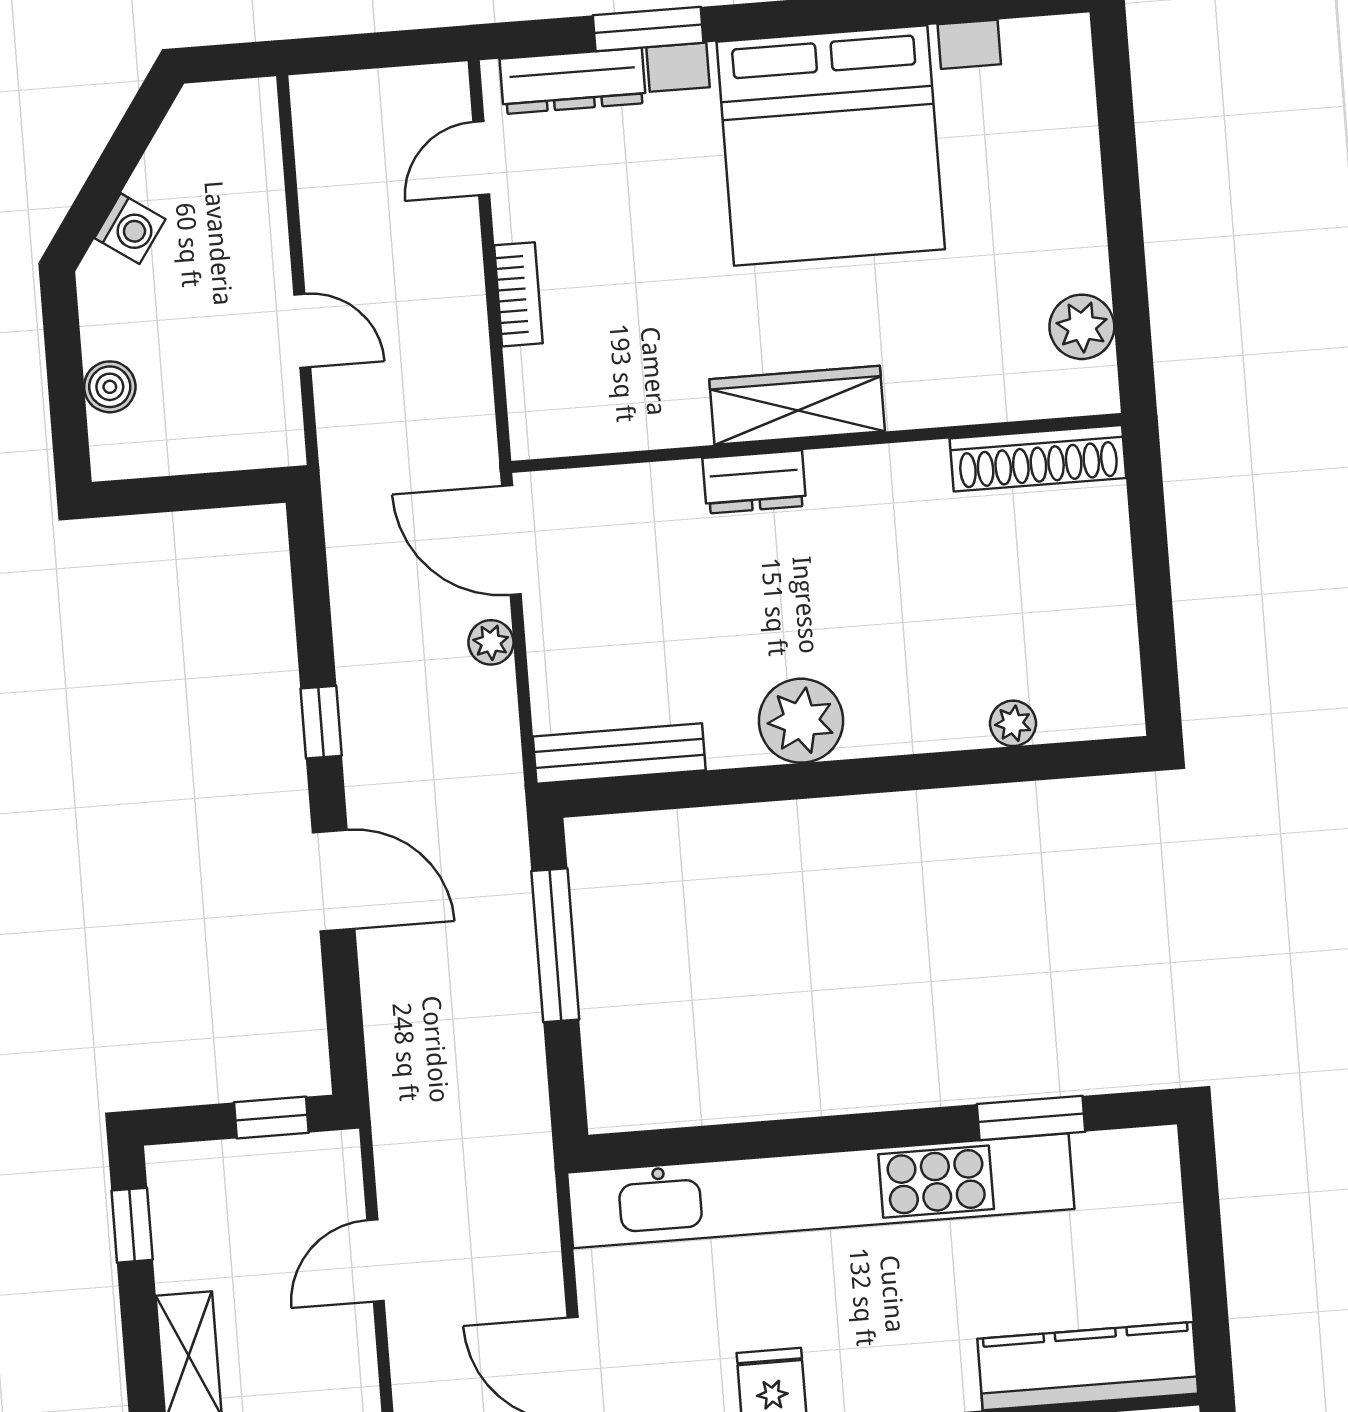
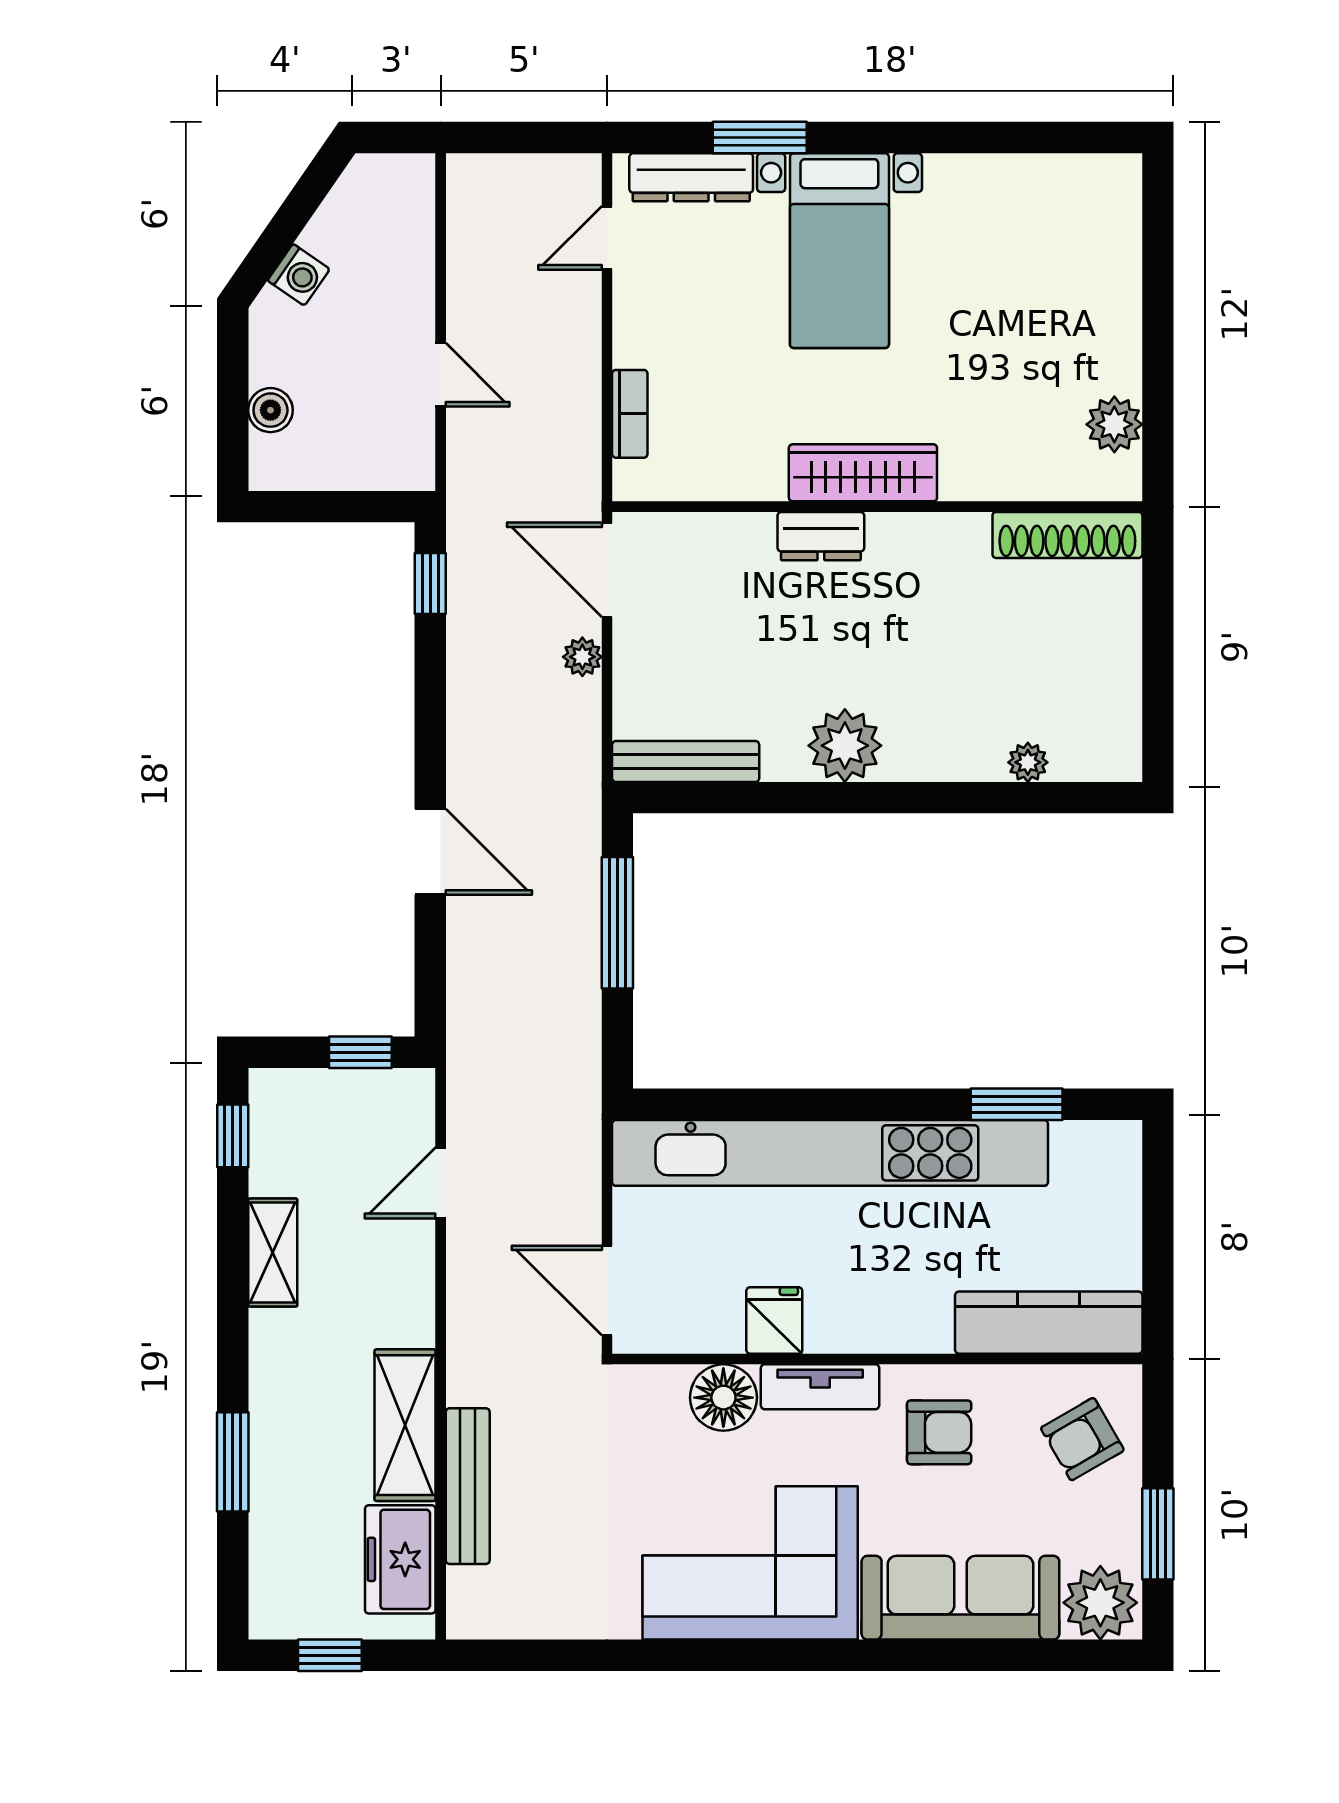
bed with nightstands: (831, 145) -> (839, 251), width x0.54
bookcase: (518, 294) -> (630, 414), moved
window: (321, 722) -> (430, 584), moved

